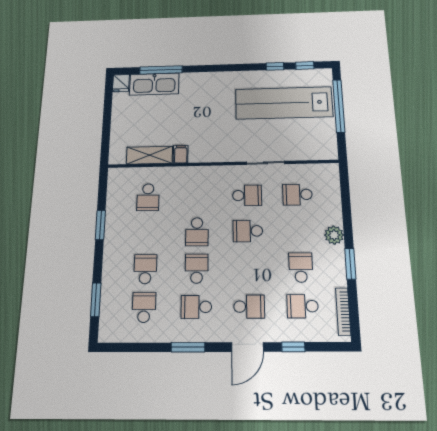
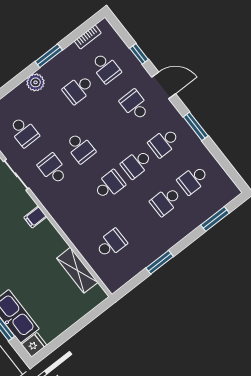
filing cabinet: (181, 154) -> (35, 217), moved
school desk: (196, 307) -> (164, 142), turned 90
bookcase: (343, 311) -> (88, 37), width x0.64

